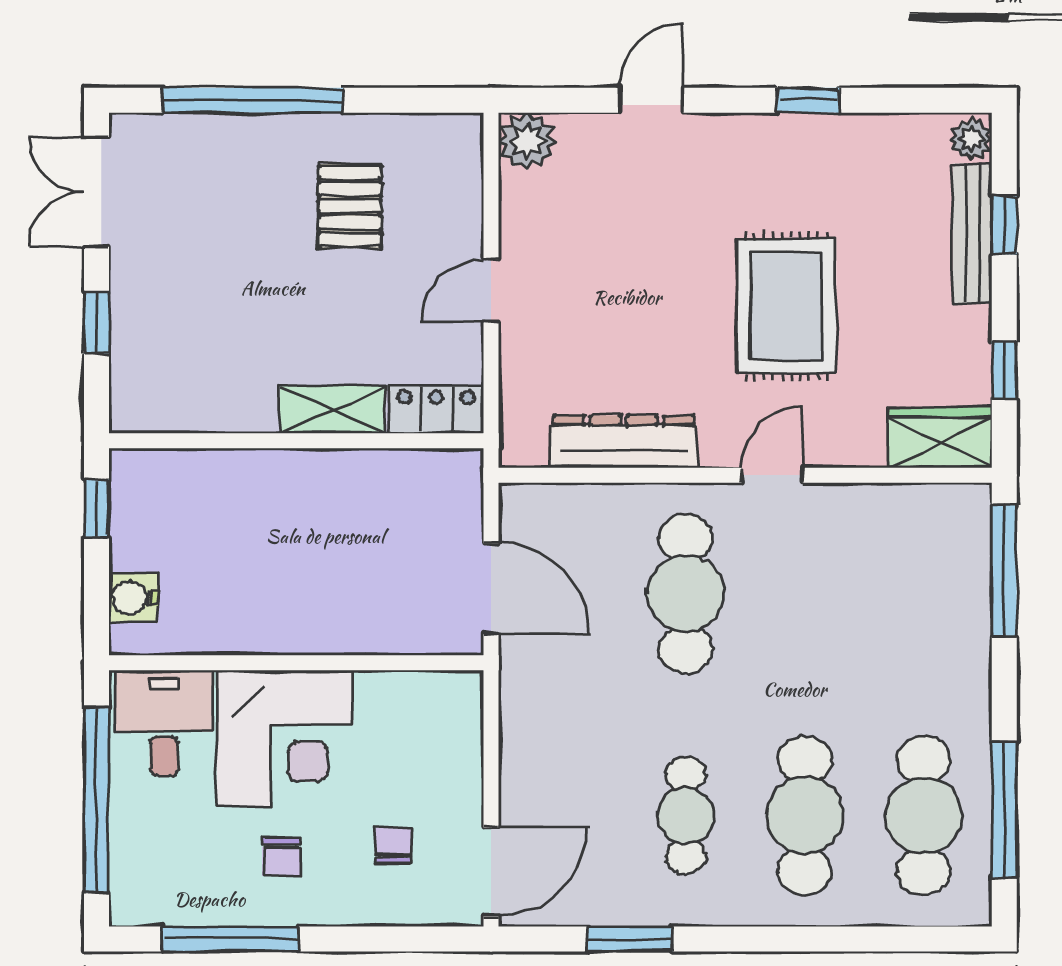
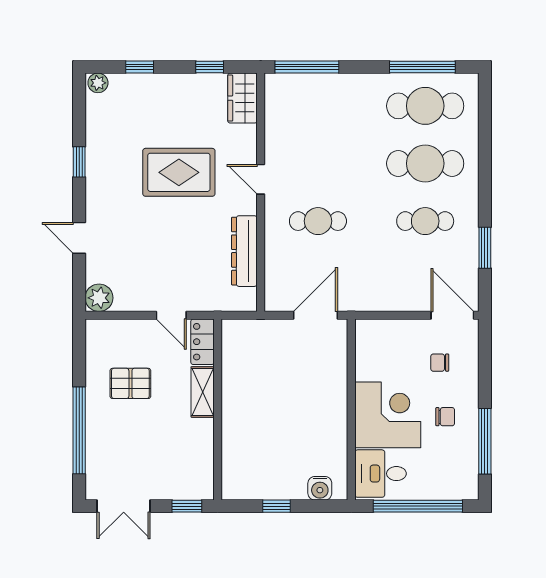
bench: (972, 233) -> (144, 82), removed
locker: (436, 409) -> (202, 342), moved
shelving: (332, 410) -> (203, 392), moved
wall: (296, 441) -> (218, 409), moved
cafe table: (686, 594) -> (318, 221), width x0.73, depth x0.74

